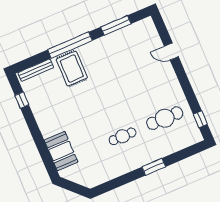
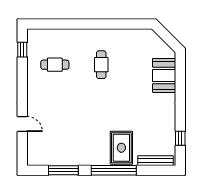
cafe table: (165, 118) -> (55, 65), width x0.73, depth x0.74
cafe table: (122, 136) -> (101, 65), turned 90
window: (154, 167) -> (84, 24), removed

